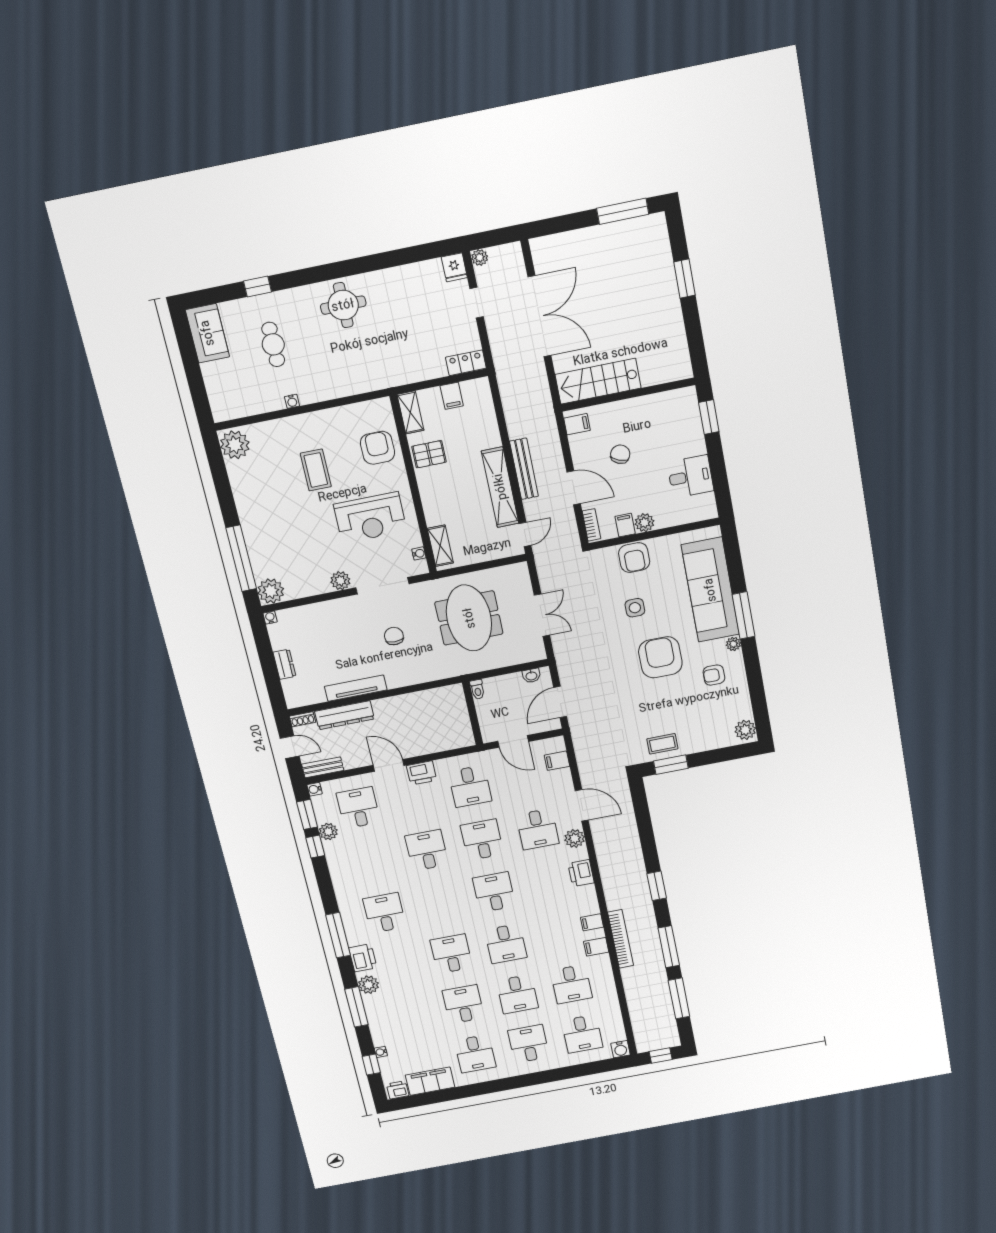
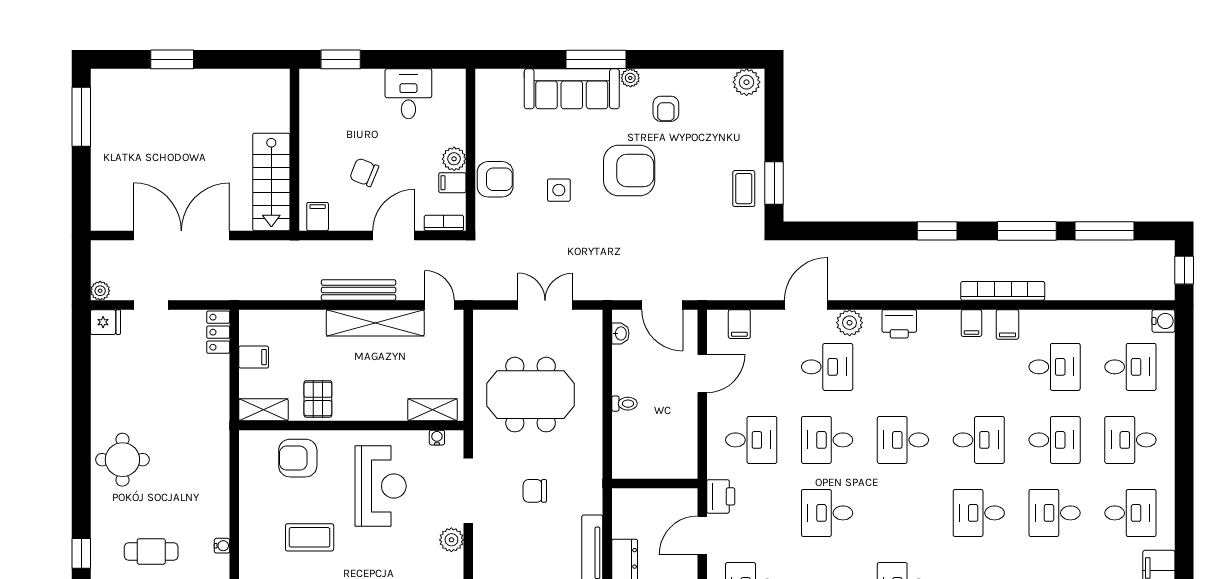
sofa: (710, 590) -> (572, 89), width x0.74, depth x0.79
armchair: (660, 657) -> (629, 170), turned 180
wall: (472, 713) -> (655, 483), moved

